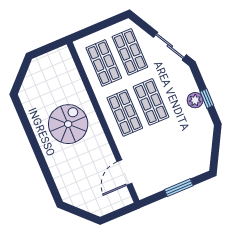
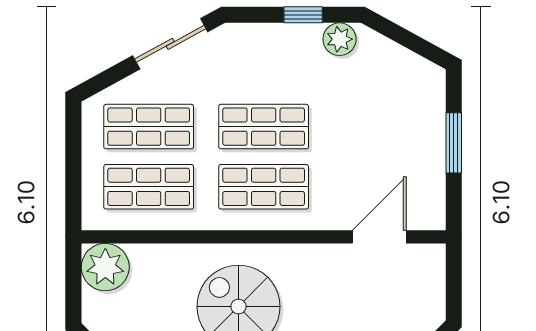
plant: (61, 59) -> (105, 267), added
plant: (195, 100) -> (340, 39), moved
door: (124, 172) -> (379, 237), swing flipped

